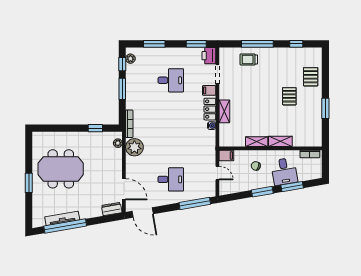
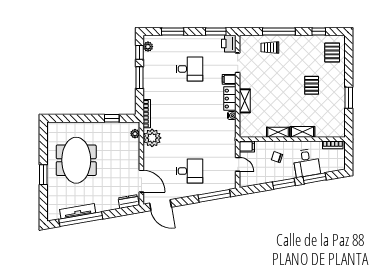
pallet: (311, 77) -> (332, 52), moved
meeting table: (61, 169) -> (76, 160), turned 90

